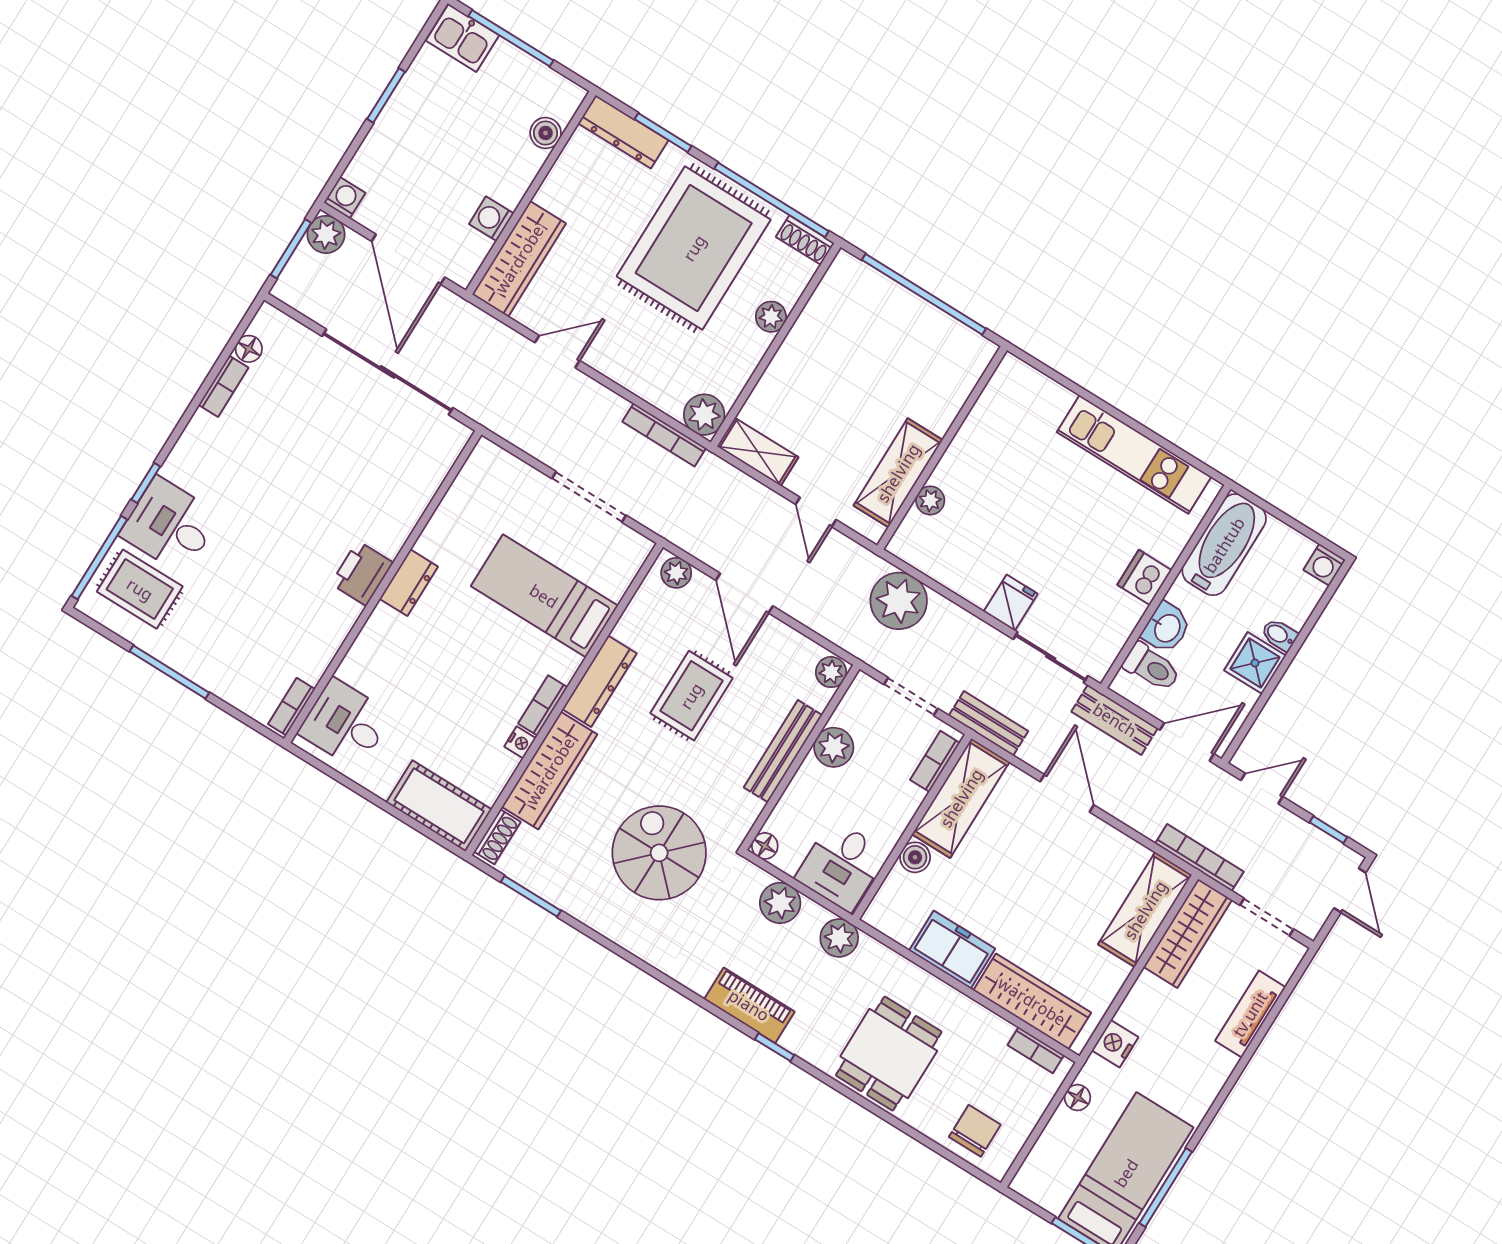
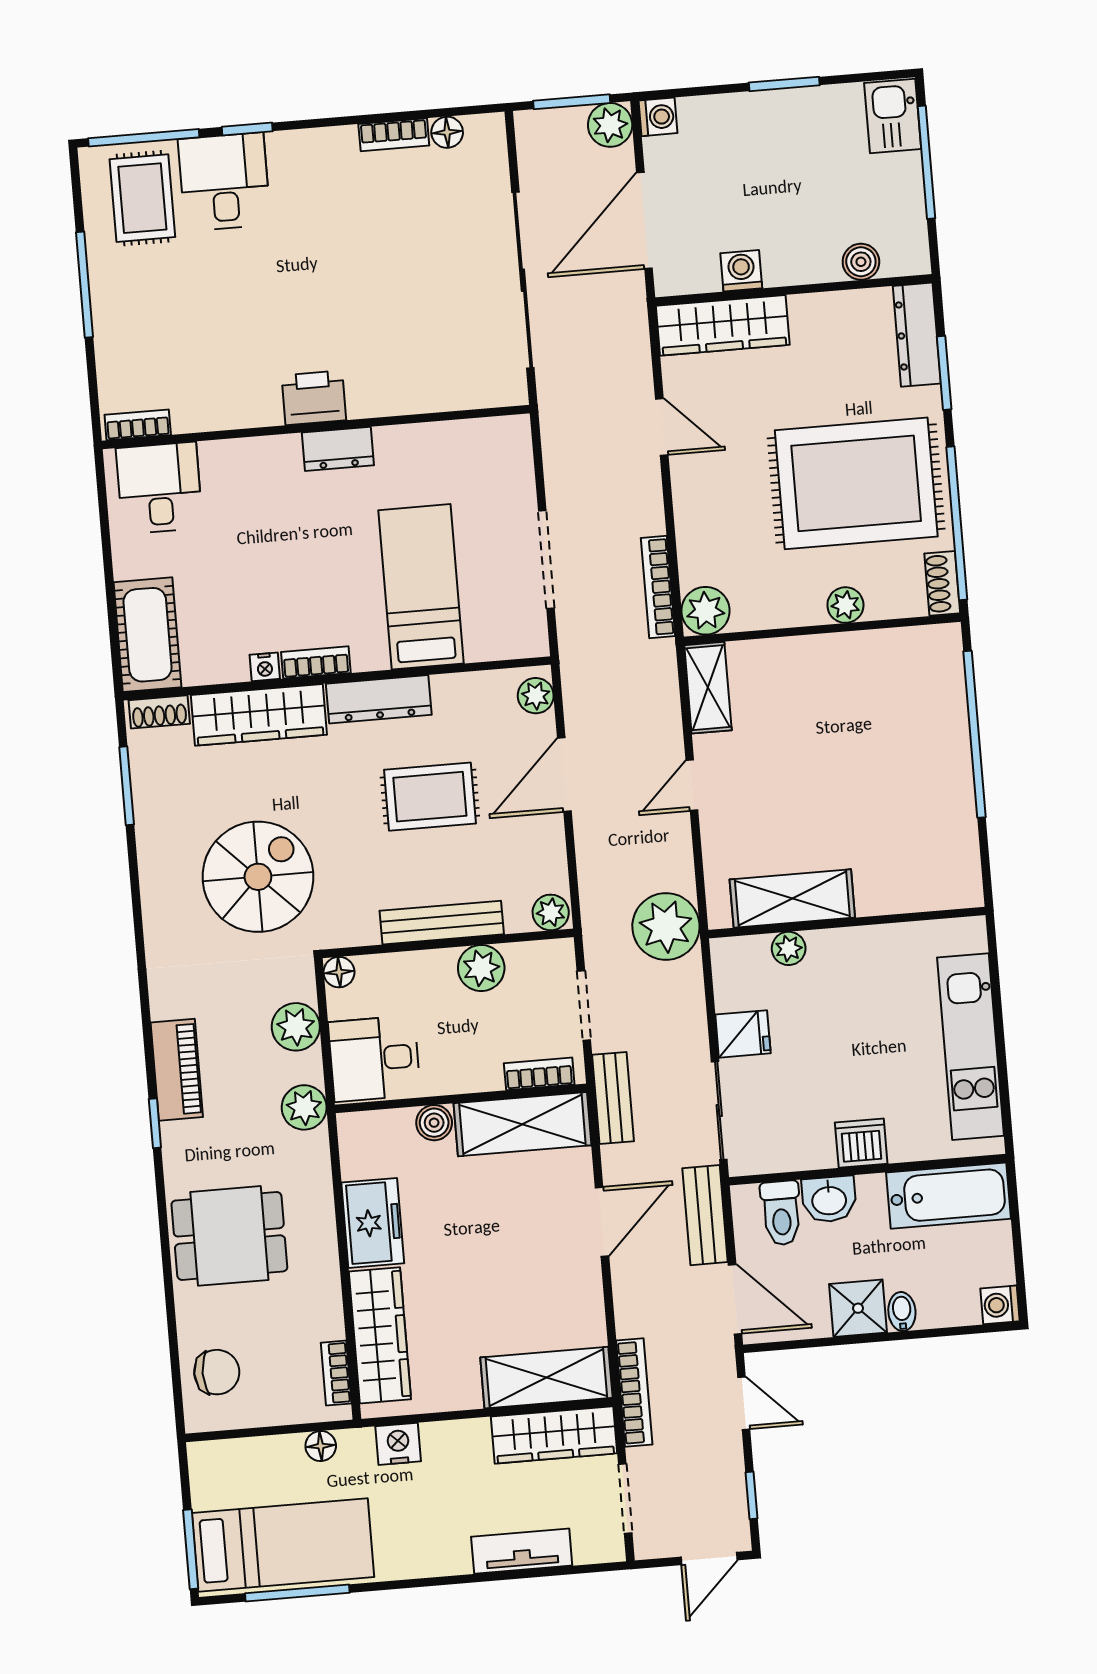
wall: (942, 448) -> (847, 922), moved
shelving: (898, 473) -> (792, 898), moved
plant: (930, 500) -> (789, 948), moved

